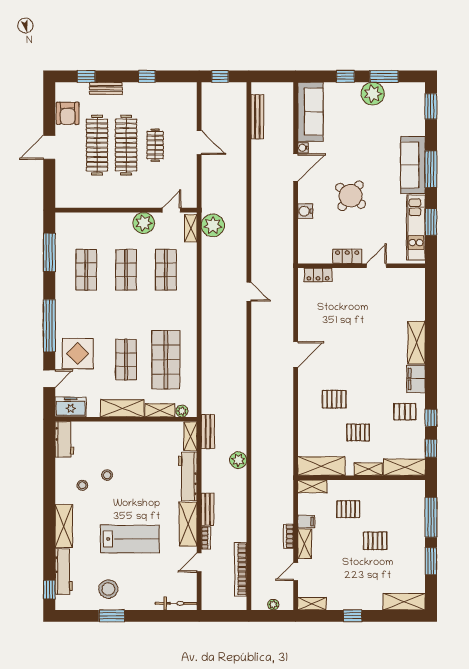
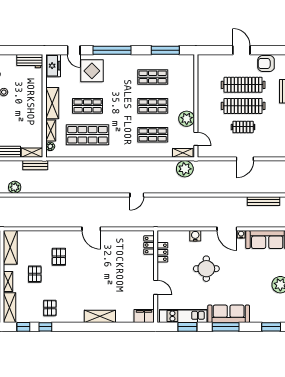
round table: (351, 196) -> (206, 269), turned -38
locker: (347, 256) -> (162, 252), moved
filing cabinet: (416, 379) -> (144, 316), moved

